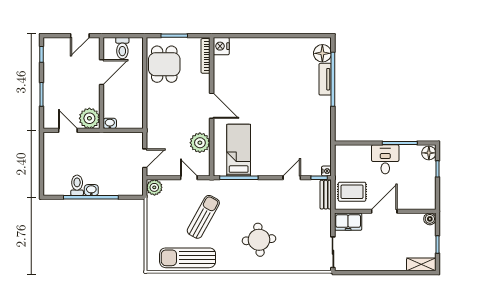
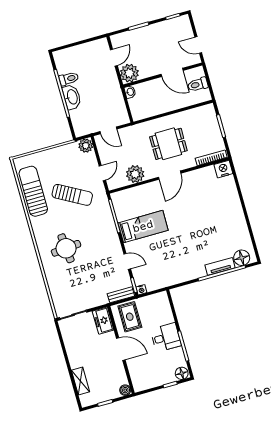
dining table: (164, 64) -> (168, 144), moved
bed: (239, 150) -> (143, 227), moved
washbasin: (91, 190) -> (72, 97), width x1.91, depth x1.45
shelving: (421, 264) -> (80, 381), moved

